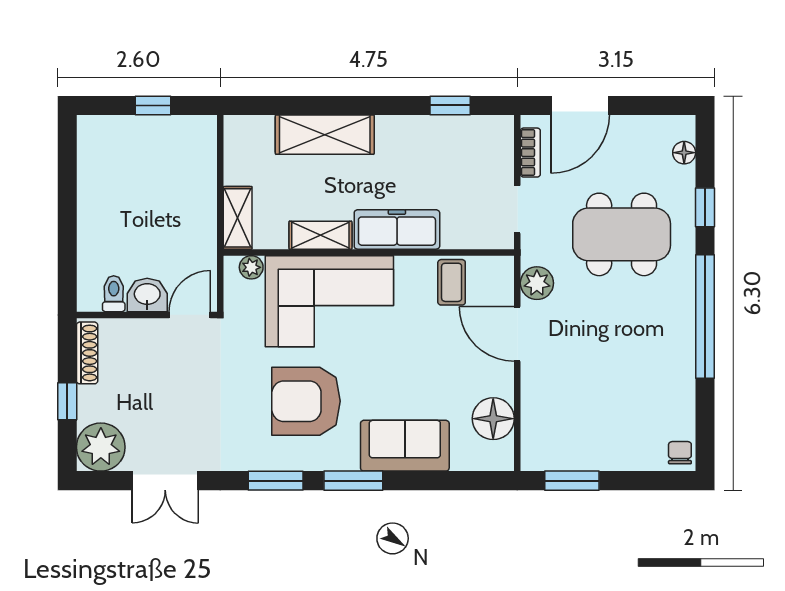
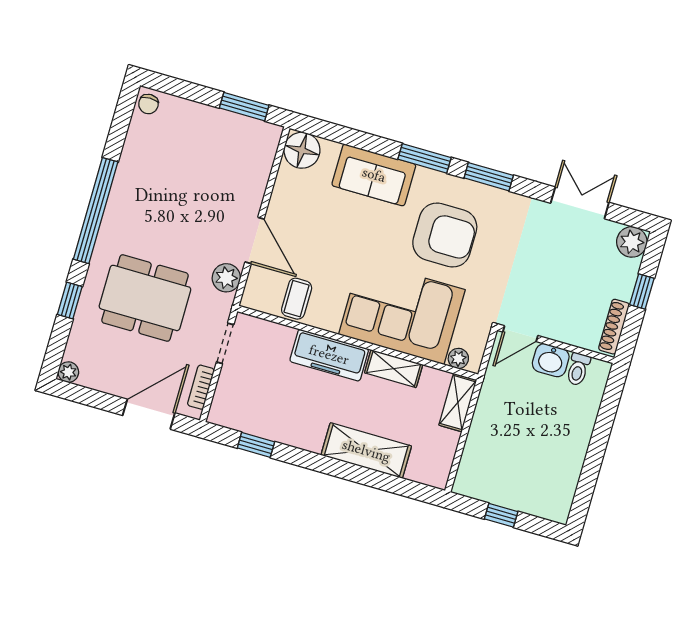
plant: (684, 127) -> (68, 372), added
floor lamp: (684, 153) -> (74, 351), removed
floor lamp: (493, 419) -> (302, 150), moved
plant: (101, 447) -> (632, 242), width x0.73, depth x0.73

